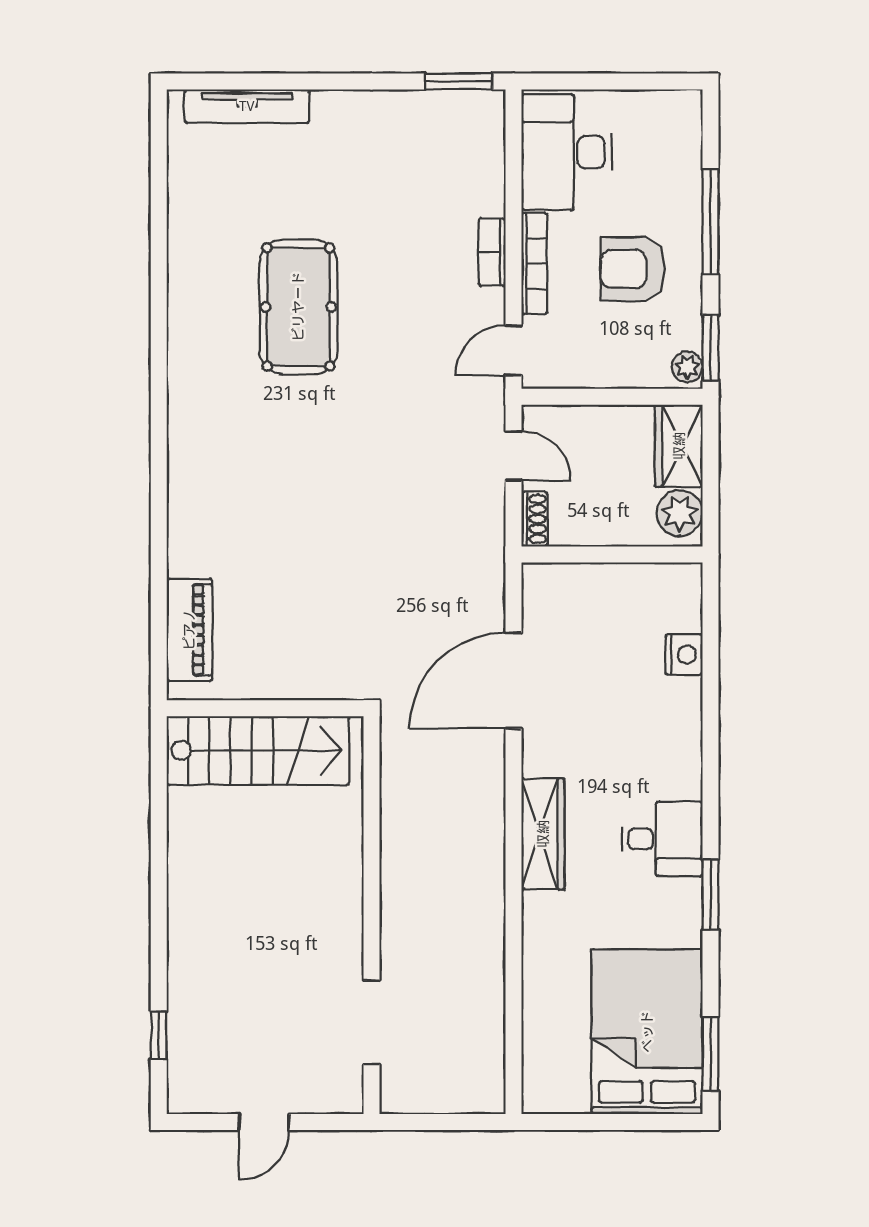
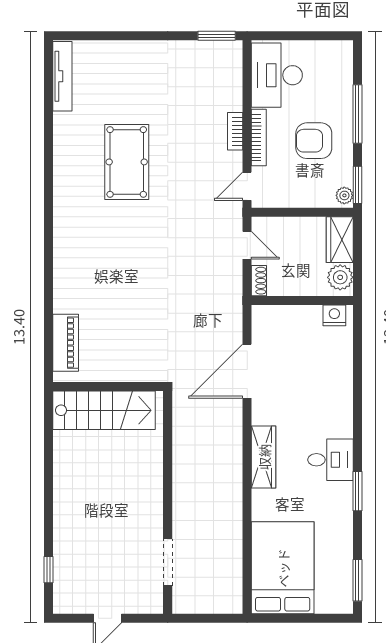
tv unit: (247, 106) -> (62, 76), moved, turned -90
nightstand: (684, 654) -> (334, 315), moved, turned -90
bed: (647, 1032) -> (283, 568), moved

